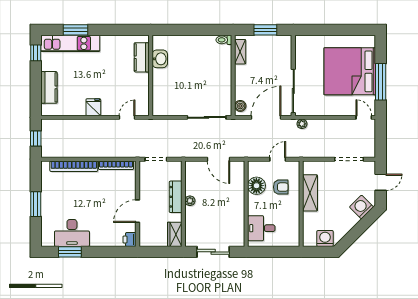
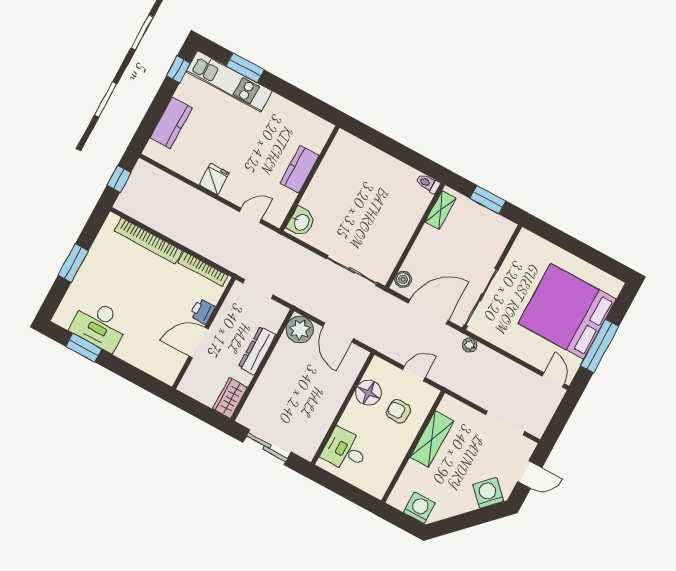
kitchen counter: (142, 57) -> (300, 169), moved
washbasin: (160, 59) -> (301, 222), moved
armchair: (281, 187) -> (399, 411), turned 180
plant: (190, 201) -> (300, 329), moved, width x1.88, depth x1.88
printer: (130, 240) -> (202, 311), moved

